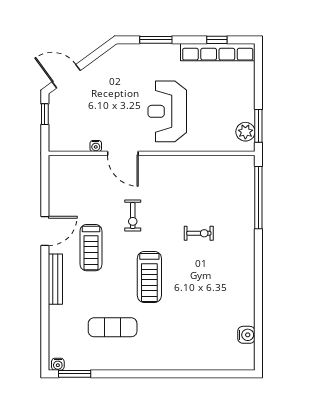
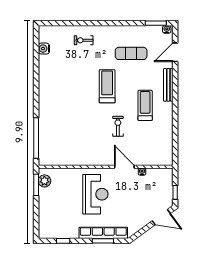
row of seats: (218, 52) -> (103, 233), moved
door: (45, 231) -> (175, 52), moved
exercise bike: (199, 233) -> (84, 40), moved

